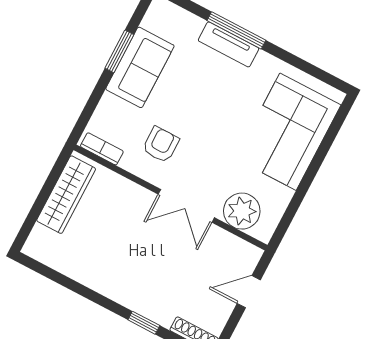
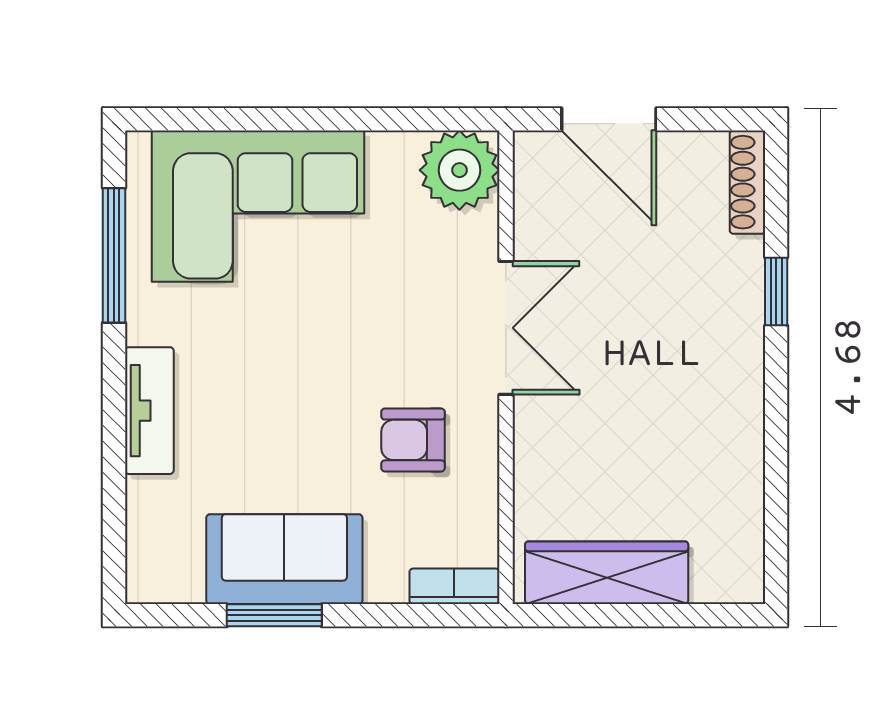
window: (236, 30) -> (114, 255), moved
bookcase: (102, 149) -> (454, 586), moved, turned 90
plant: (242, 211) -> (459, 170), moved
door: (249, 292) -> (609, 119), width x1.38

